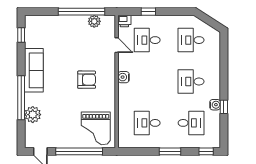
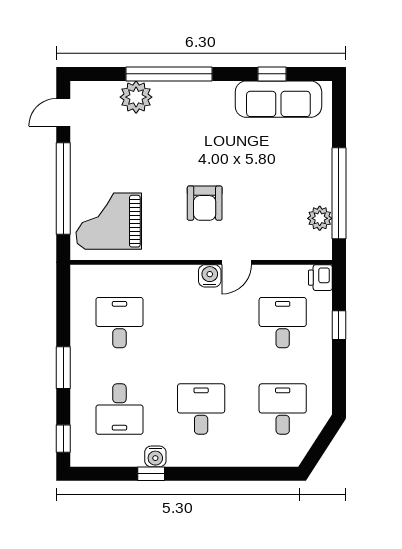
window: (21, 35) -> (272, 74), moved
door: (117, 45) -> (237, 262), moved
sofa: (34, 70) -> (278, 99), moved

